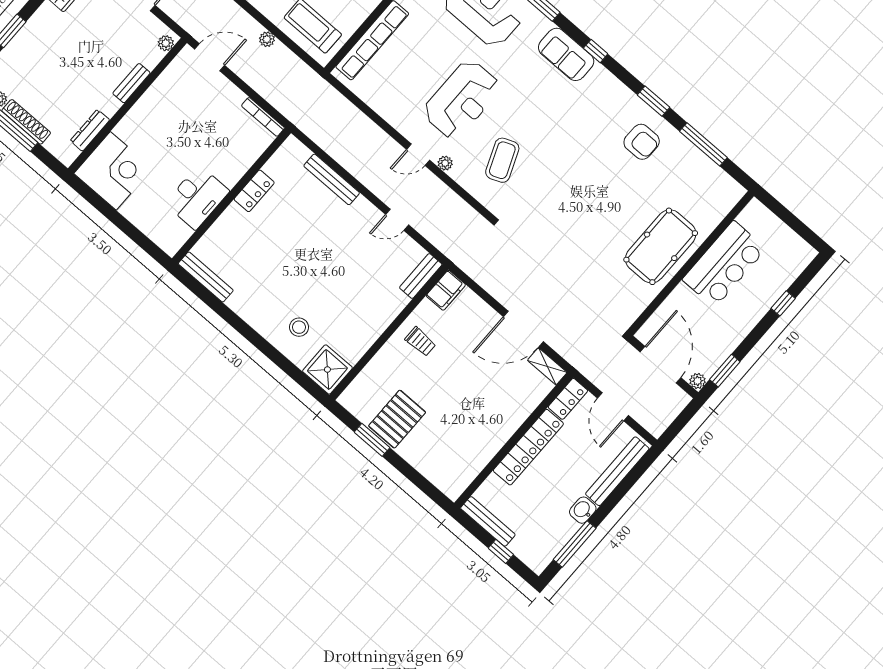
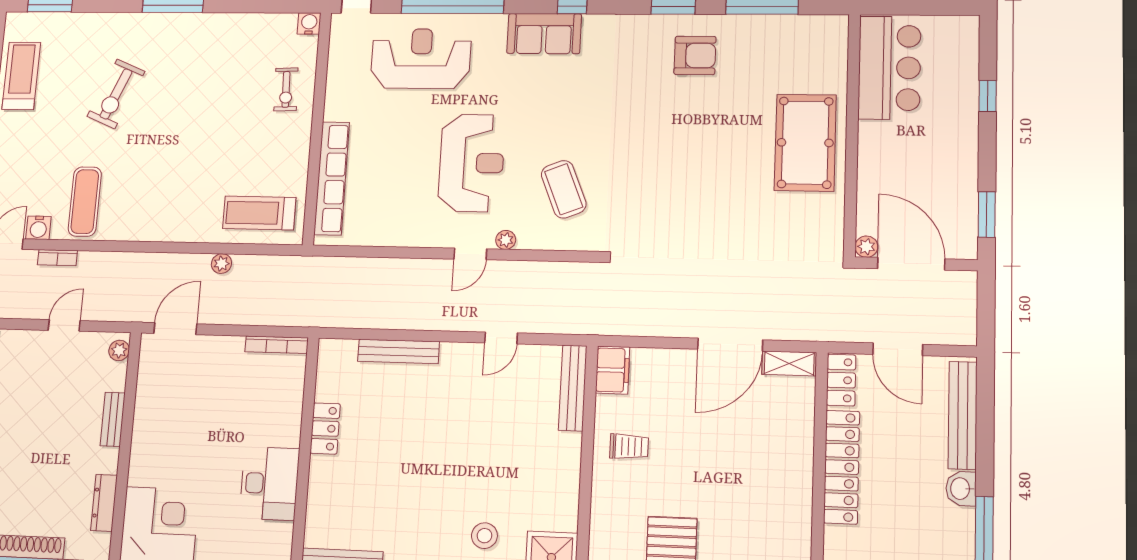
bar counter: (724, 264) -> (889, 68), moved
bench: (421, 276) -> (573, 388), width x1.36
plant: (698, 381) -> (866, 247), moved

